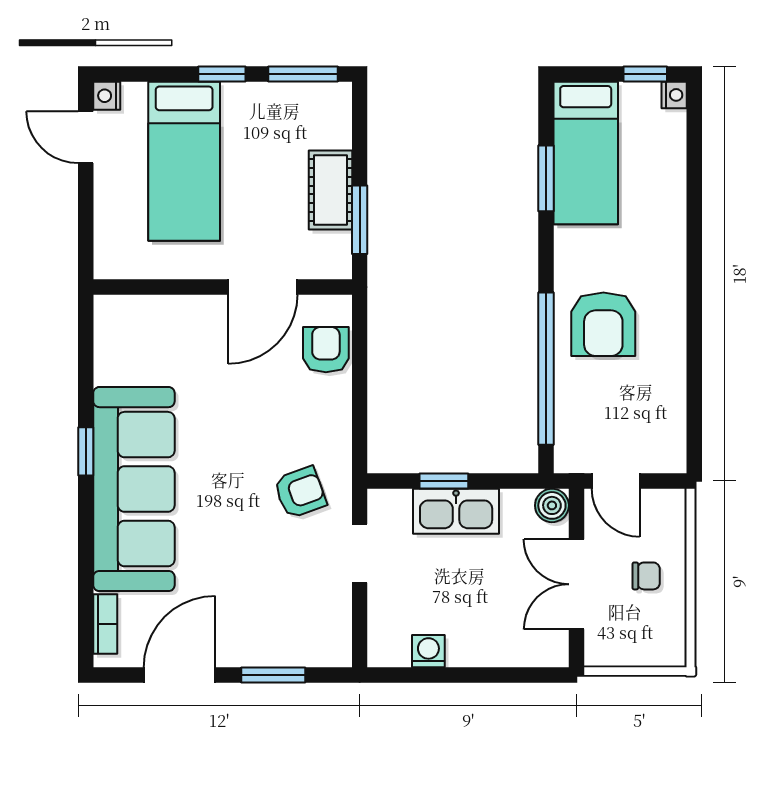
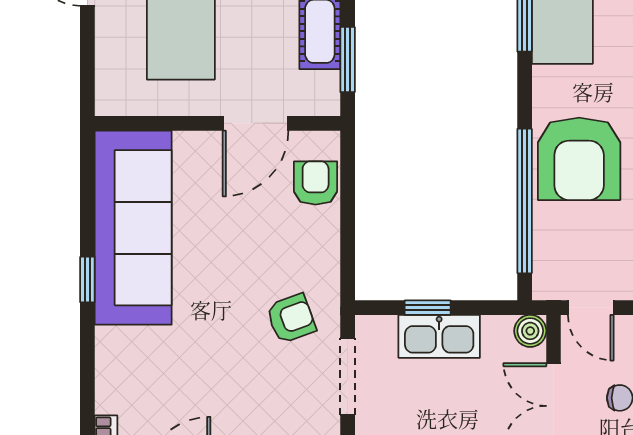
armchair: (603, 324) -> (579, 159), width x1.36, depth x1.36
sofa: (134, 489) -> (133, 228), moved
doorway: (360, 553) -> (348, 376), width x1.38

